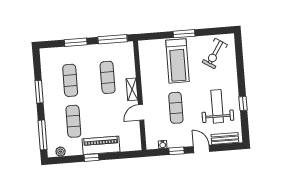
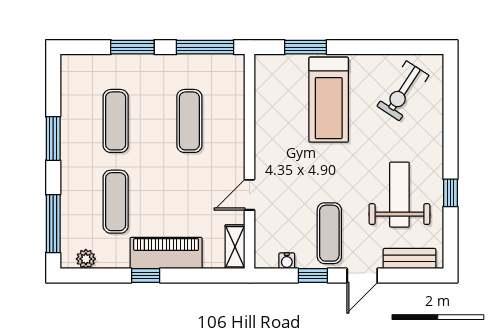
window: (184, 34) -> (305, 47), moved
shelving: (132, 89) -> (235, 247), moved
exercise mat: (176, 108) -> (329, 233), moved
door: (202, 149) -> (362, 275), swing flipped

